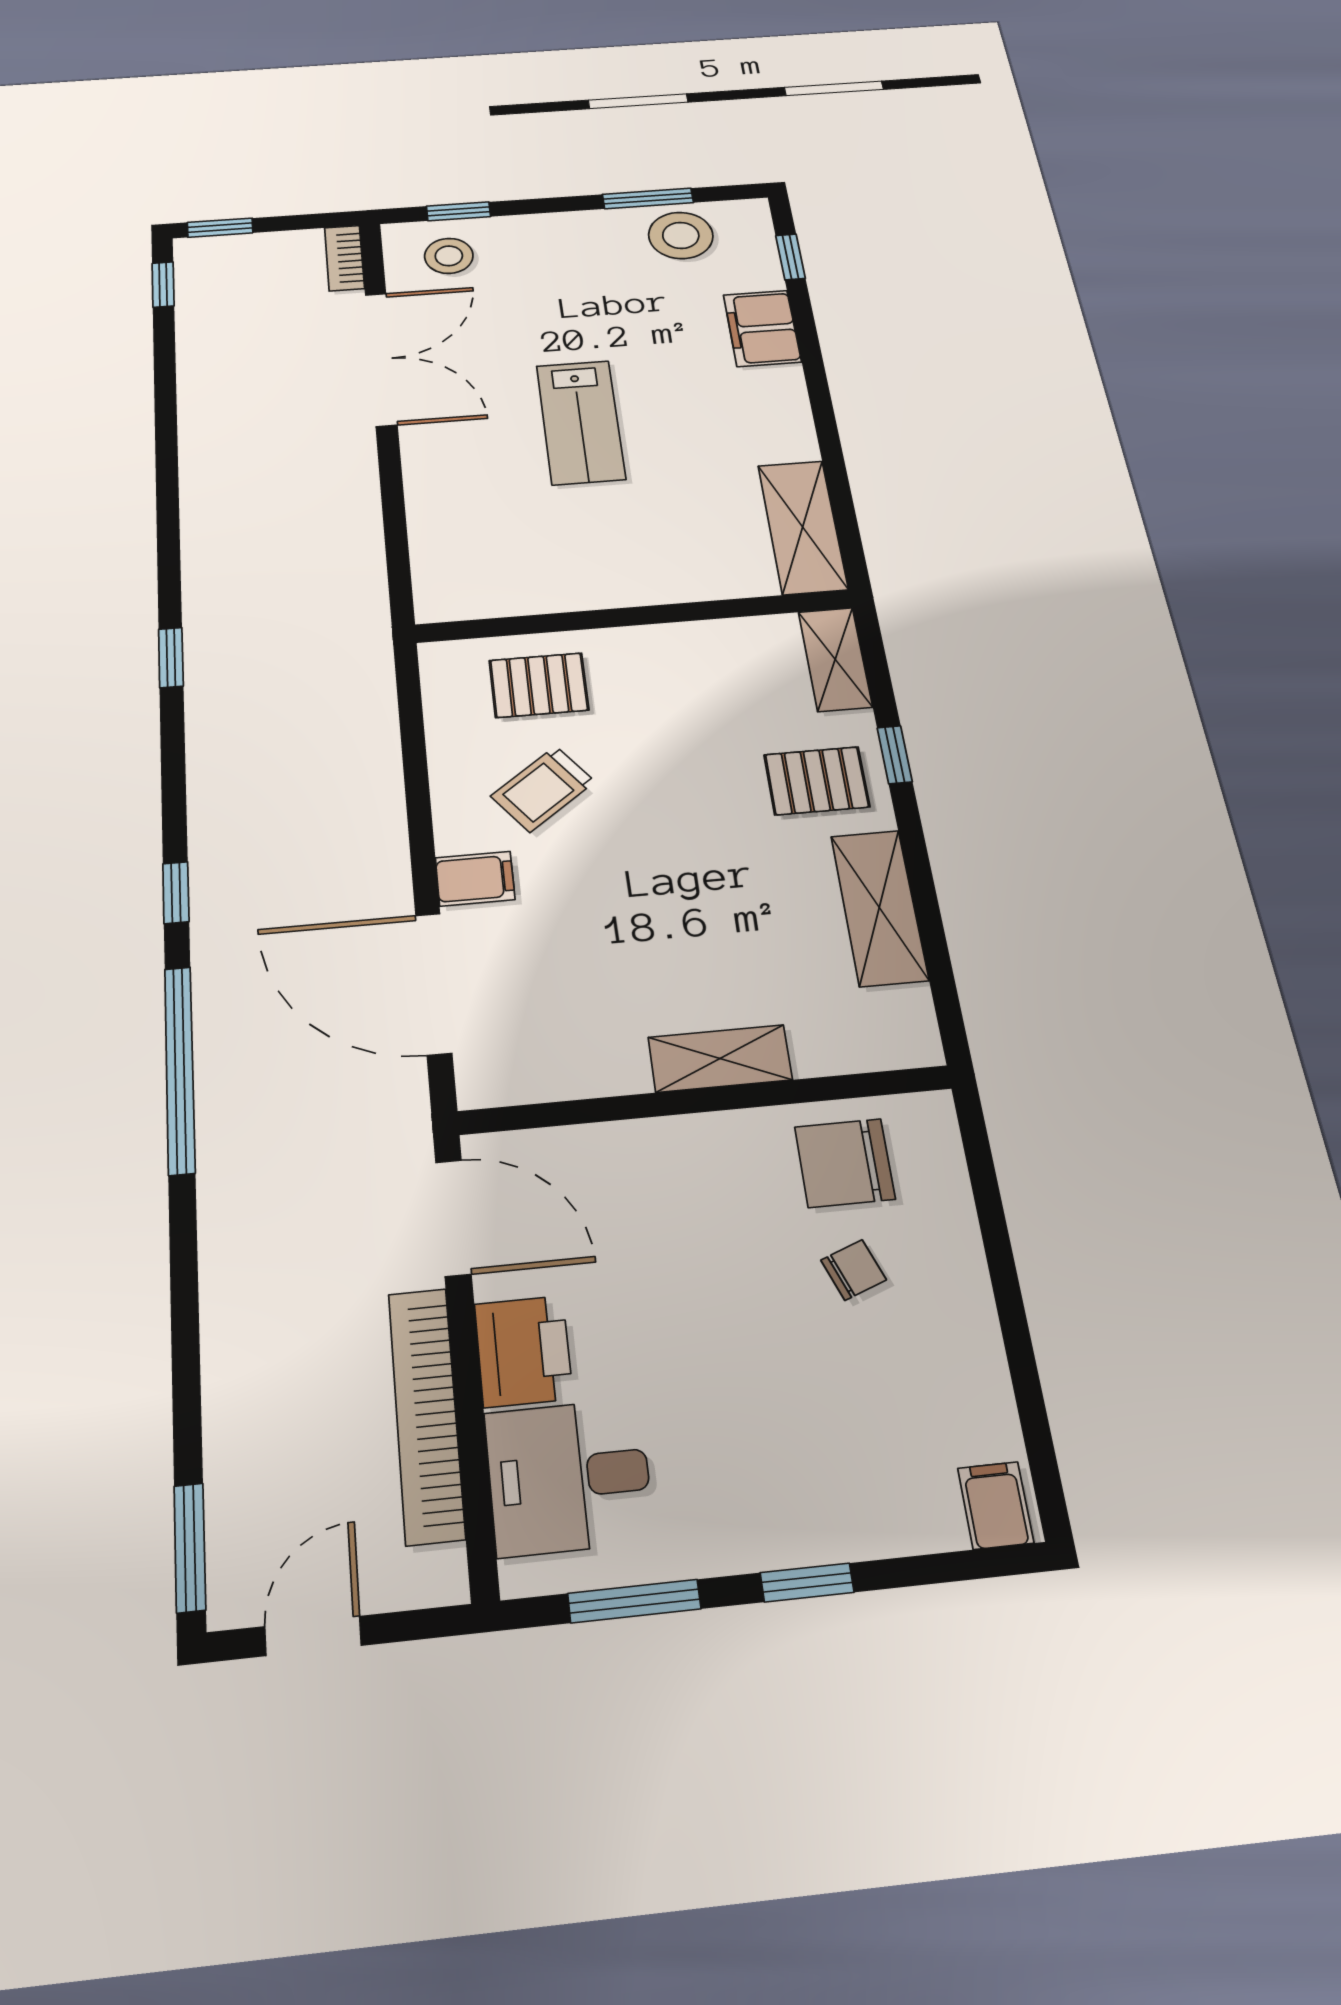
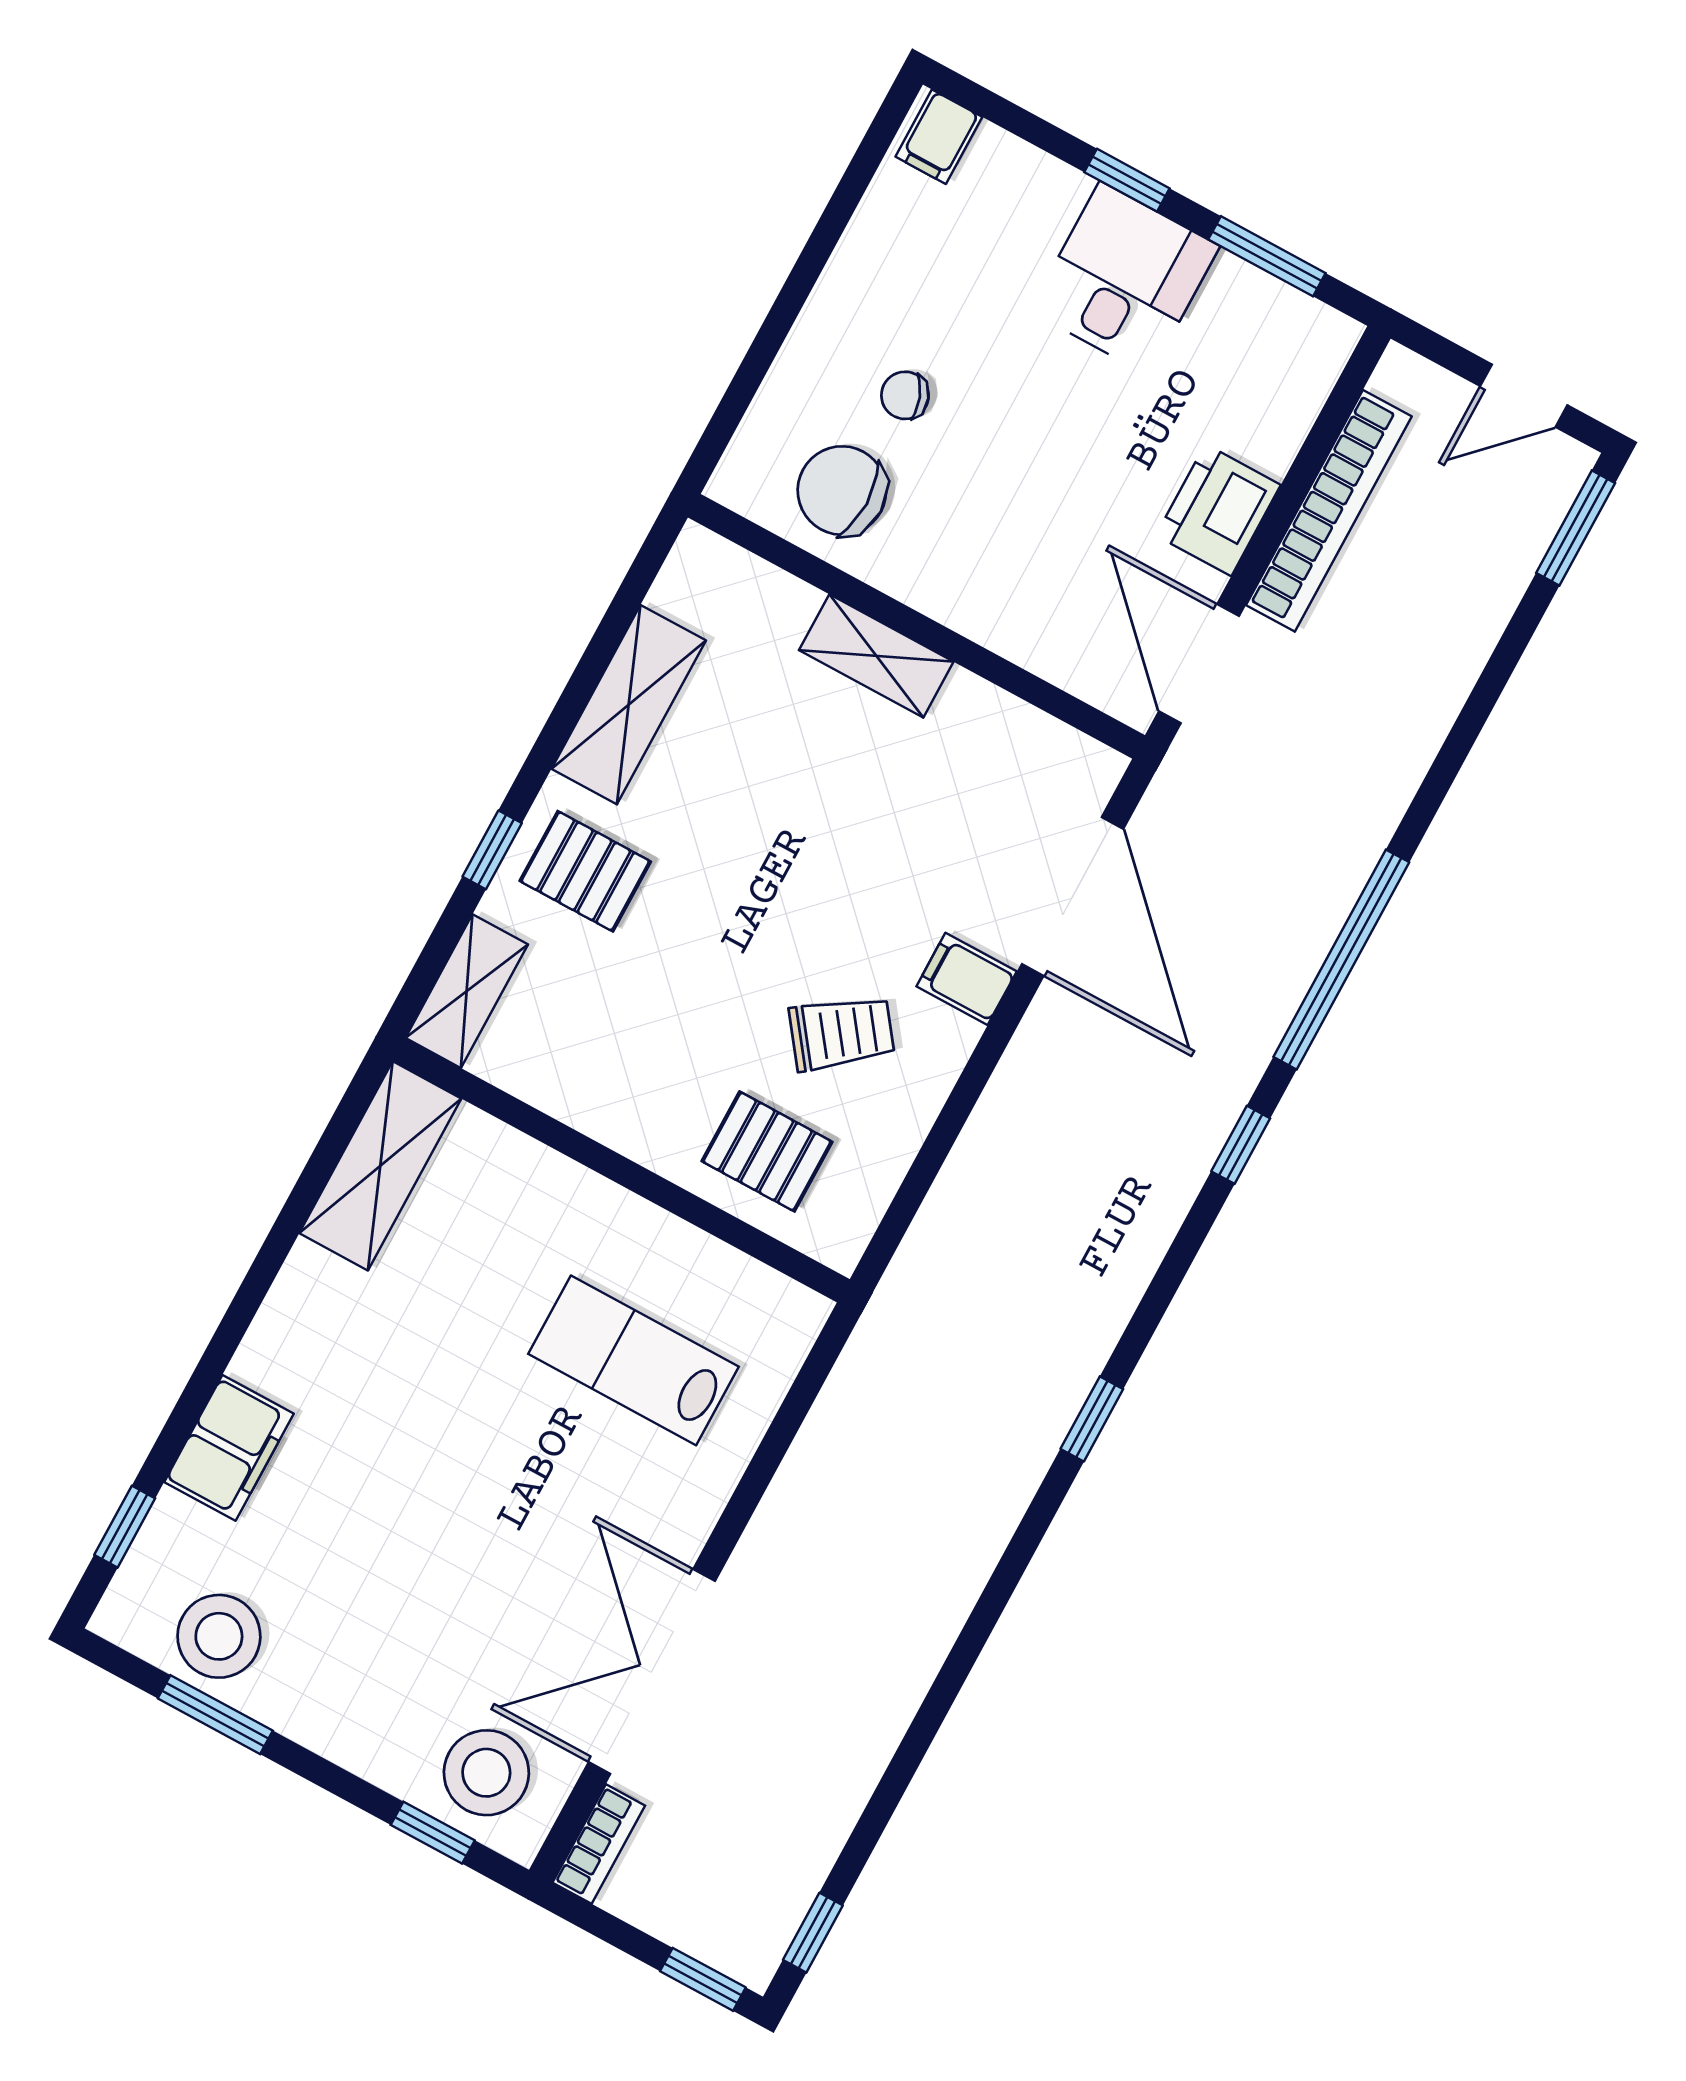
stool: (449, 256) -> (486, 1773), width x1.38, depth x1.38
lab bench: (581, 422) -> (634, 1360), moved, turned -90
chair: (845, 1163) -> (842, 490), turned 180
desk: (569, 1477) -> (1125, 278), moved, turned -90

